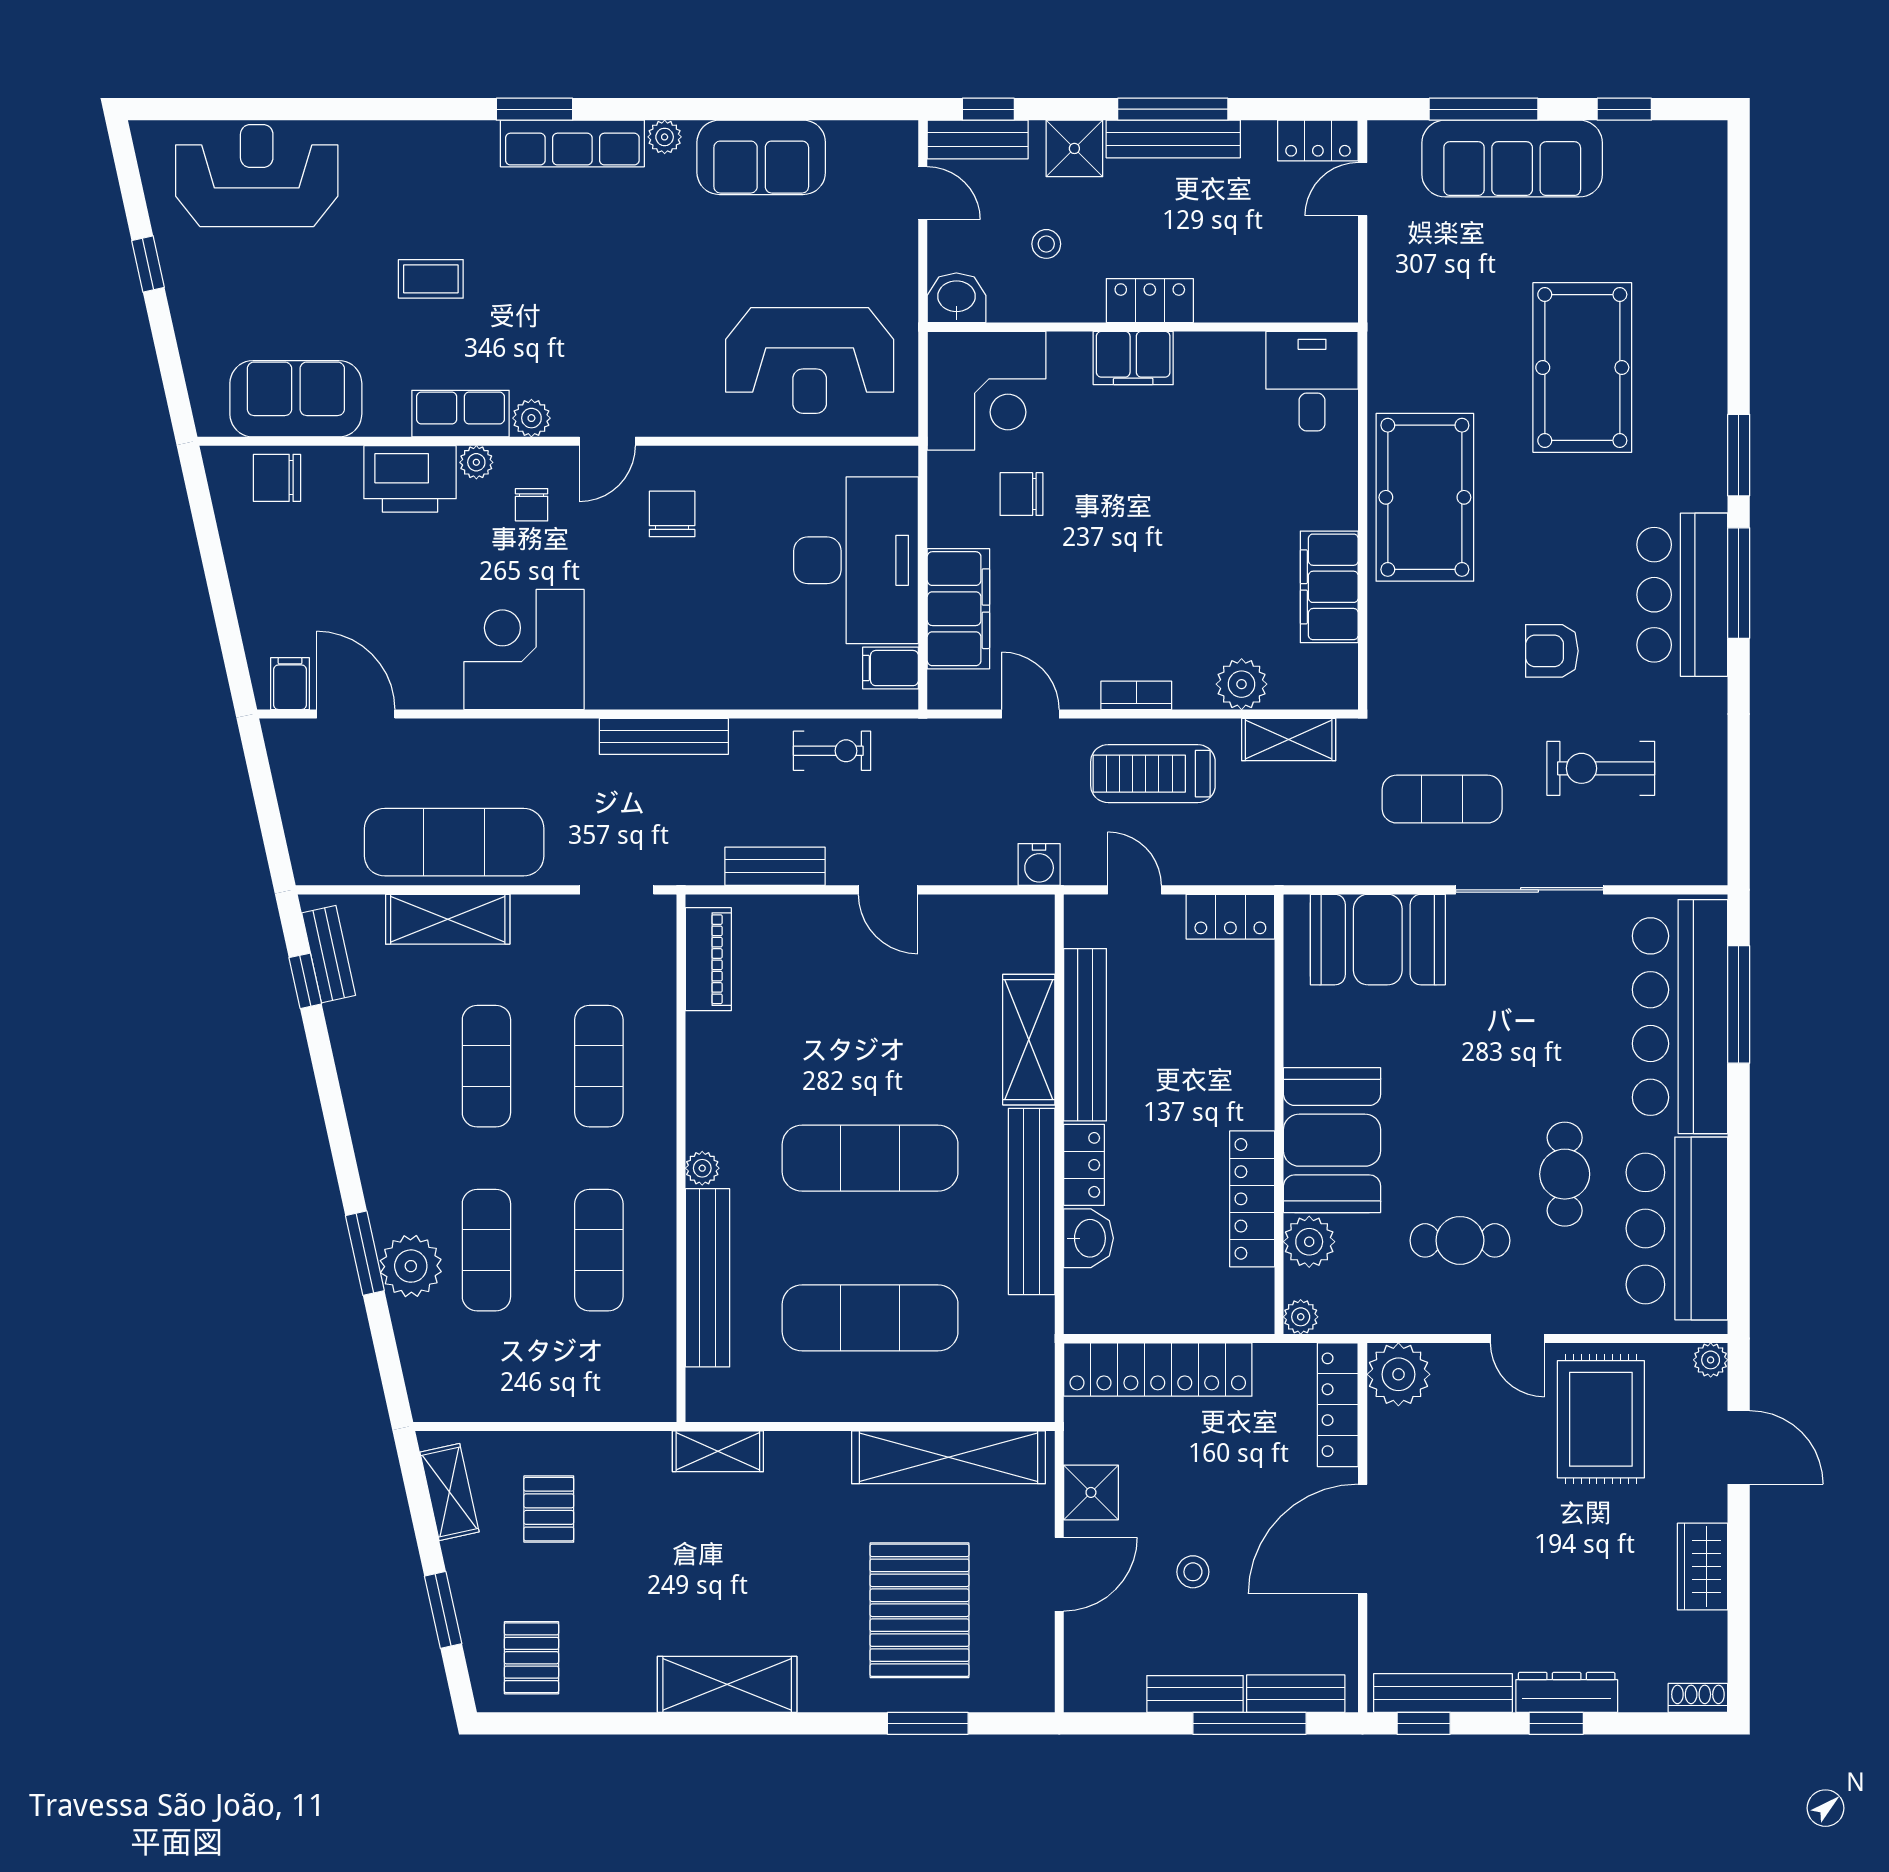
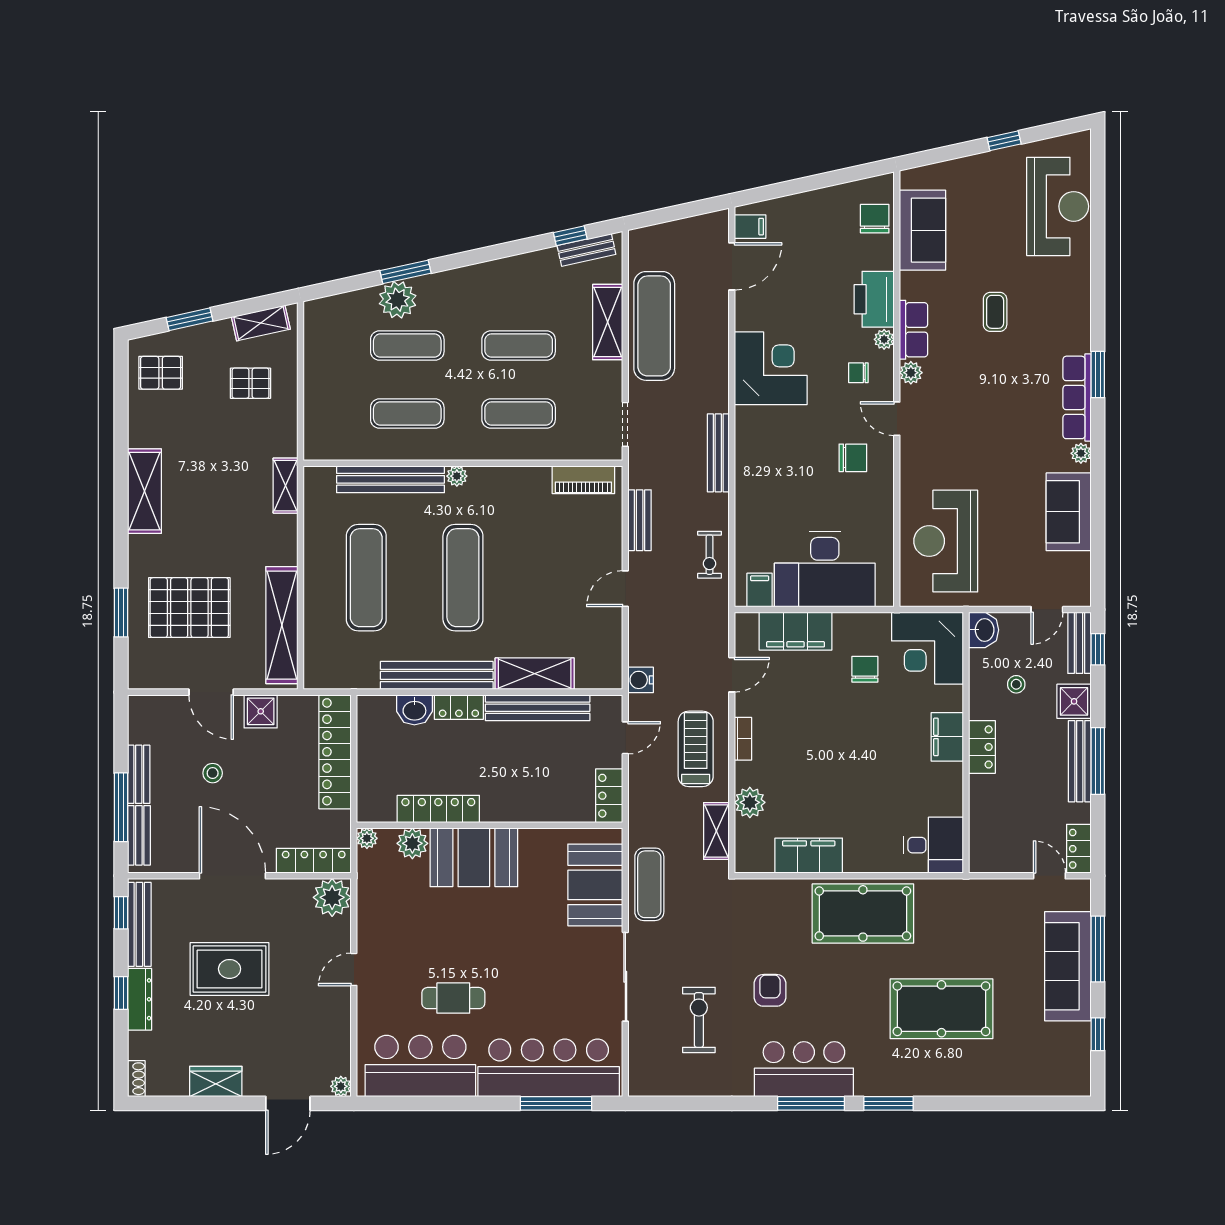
exercise mat: (1442, 799) -> (649, 884), moved
cafe table: (1460, 1240) -> (413, 935), removed
rug: (1601, 1419) -> (230, 969), moved

